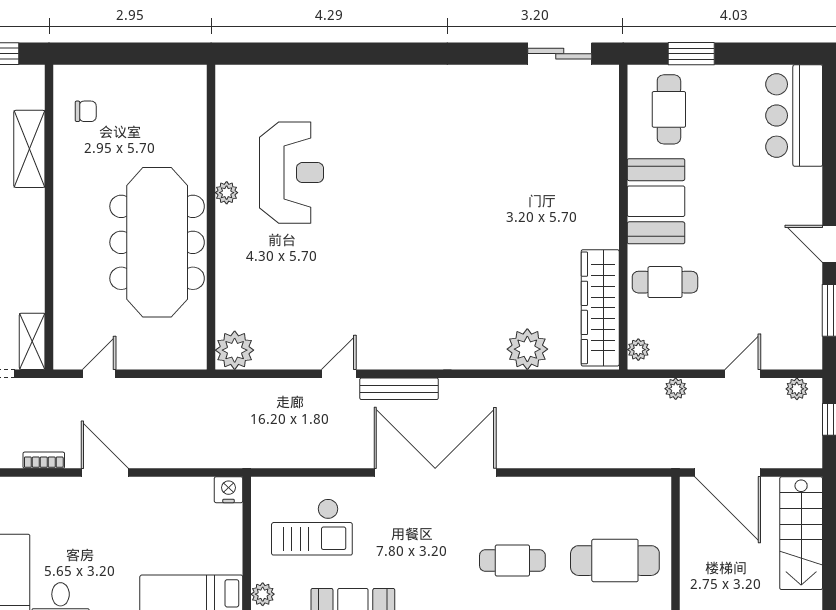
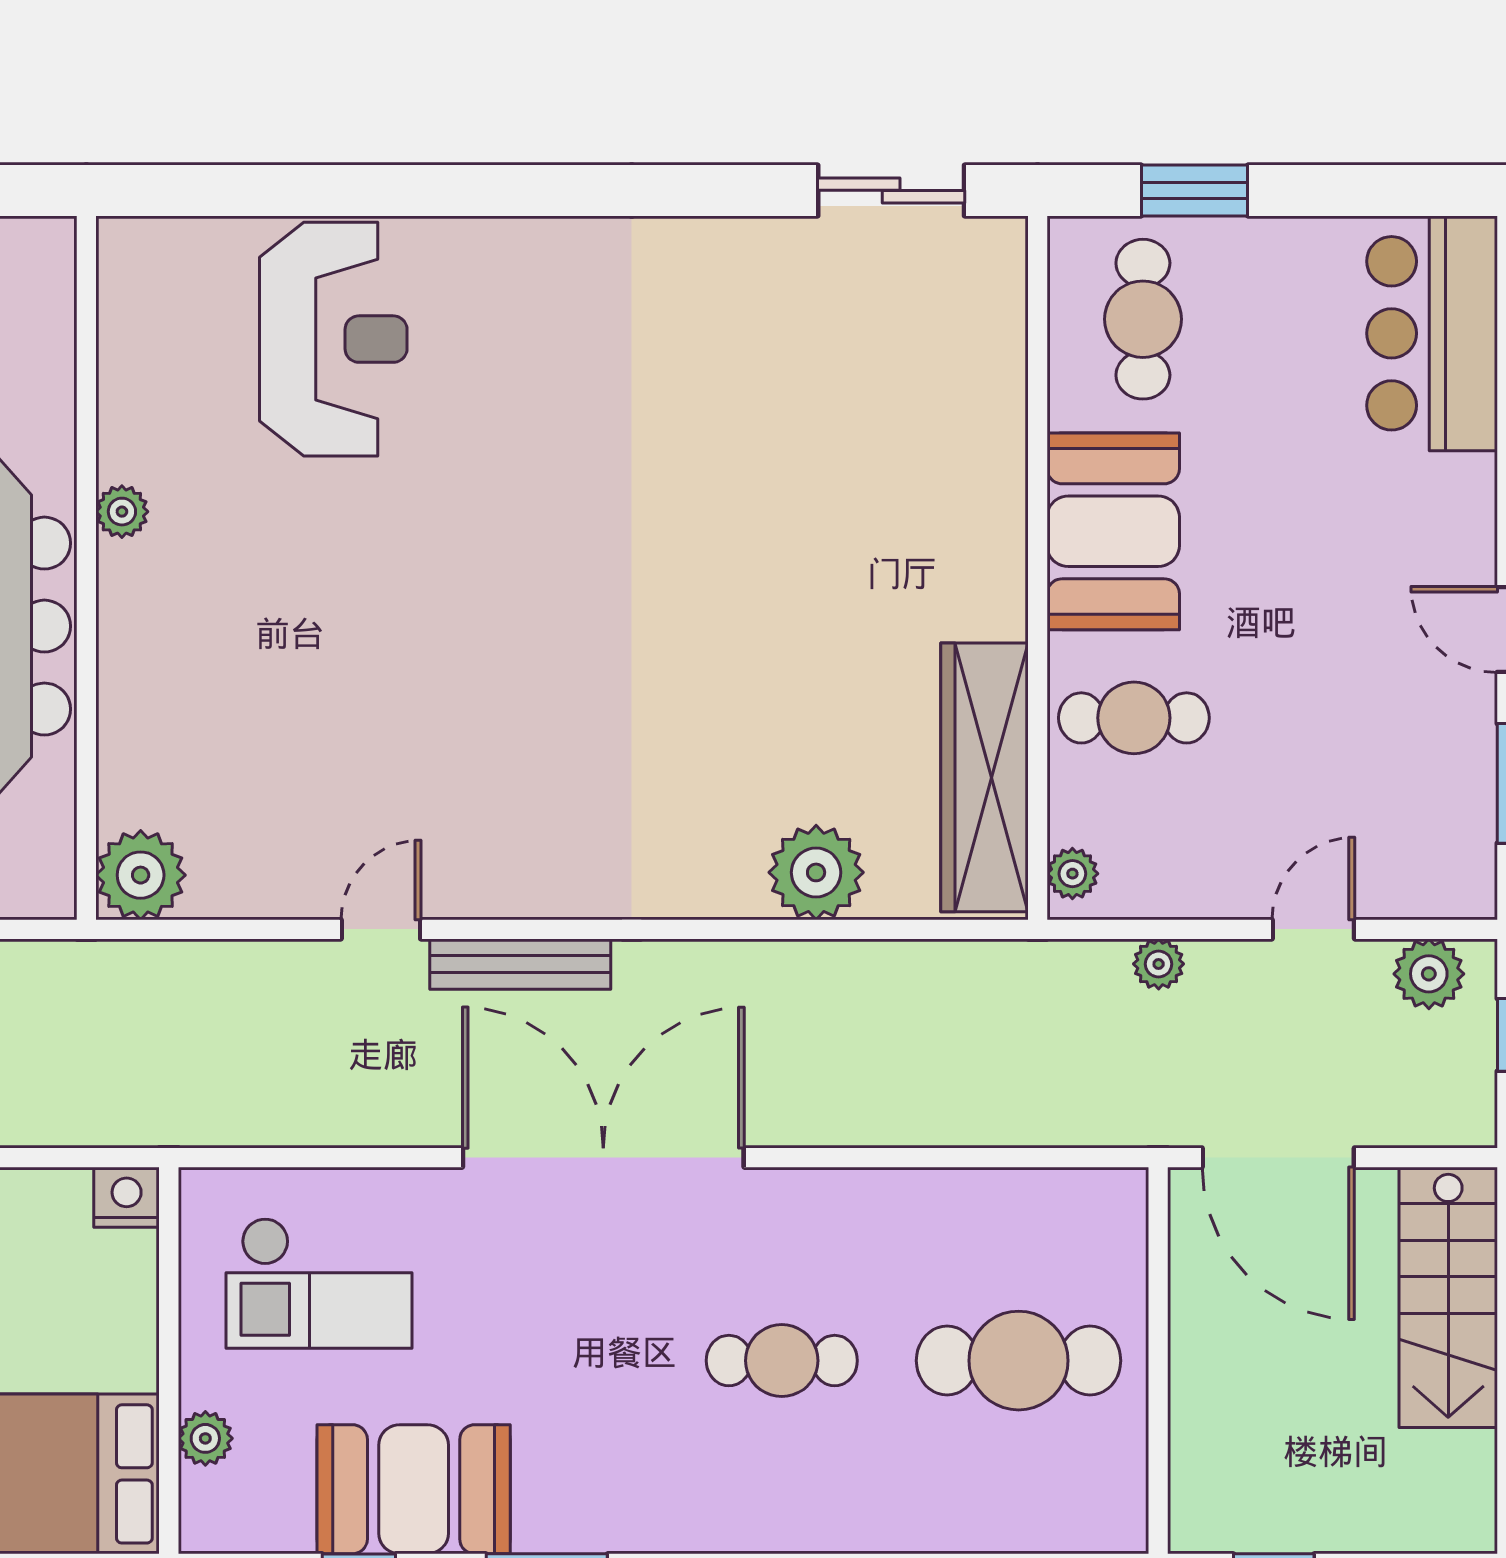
reception desk: (291, 173) -> (333, 339), moved
plant: (797, 389) -> (1429, 974), width x1.38, depth x1.38

